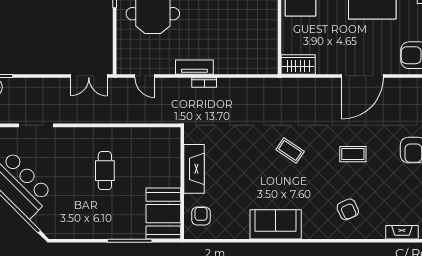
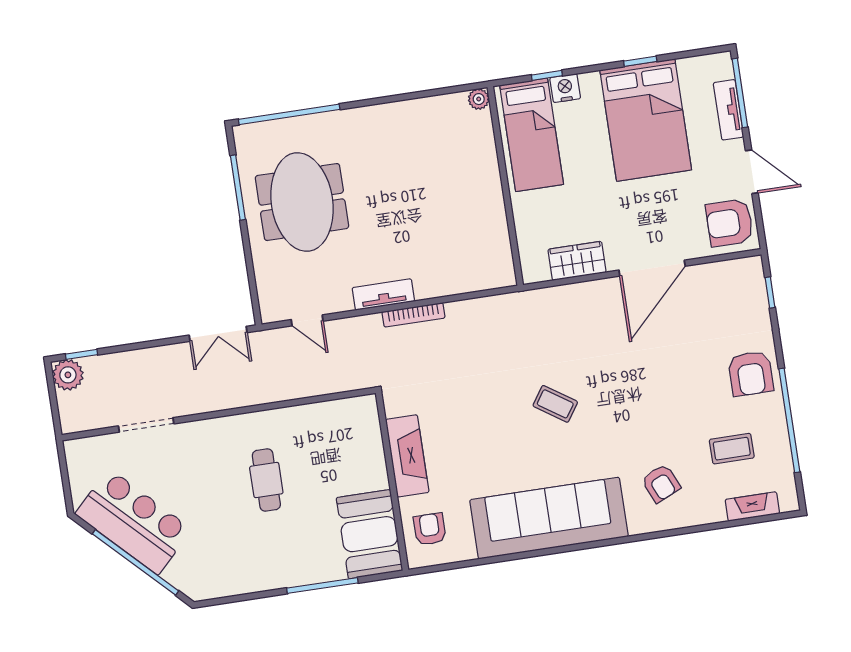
wardrobe: (298, 64) -> (577, 261), moved
bookcase: (204, 82) -> (414, 315), width x1.56
coffee table: (353, 154) -> (732, 449), moved
sofa: (276, 224) -> (549, 518), width x1.85, depth x1.27

